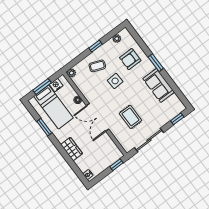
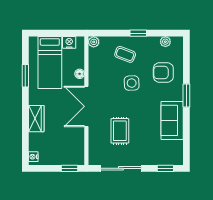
window: (42, 86) -> (54, 33), removed

